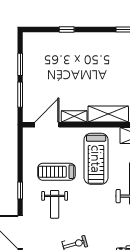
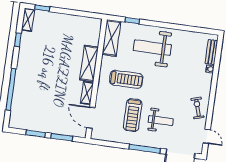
window: (67, 29) -> (11, 89), width x3.17
treadmill: (96, 159) -> (126, 79), width x0.73, depth x0.73
window: (20, 191) -> (145, 149), width x2.17

